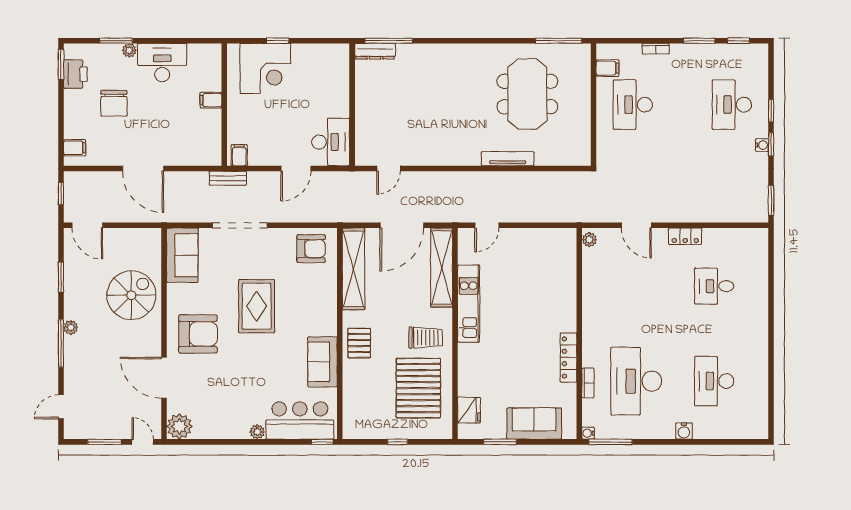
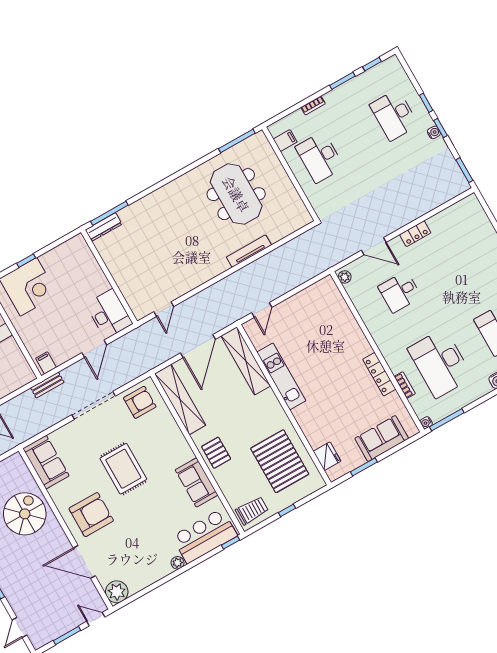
doorway: (240, 225) -> (94, 405), moved
desk: (714, 286) -> (400, 292), moved
trolley: (426, 338) -> (252, 511), moved

